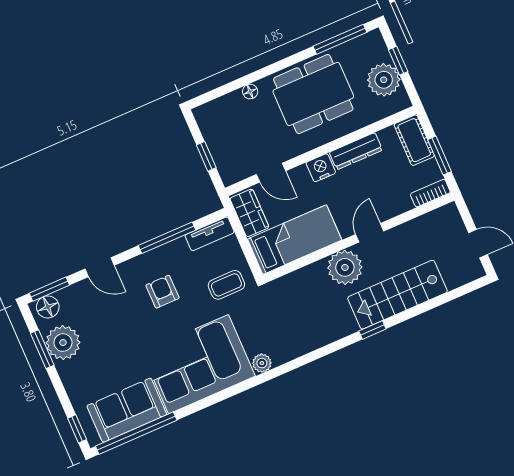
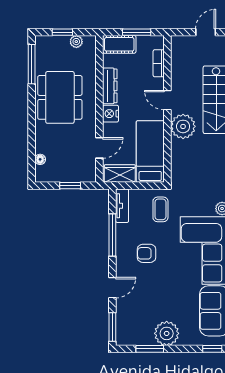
plant: (384, 80) -> (76, 42), width x0.53, depth x0.53
floor lamp: (250, 92) -> (40, 159), moved
bookcase: (430, 193) -> (159, 63), moved
floor lamp: (48, 307) -> (124, 333), removed
plant: (63, 343) -> (167, 333), moved

